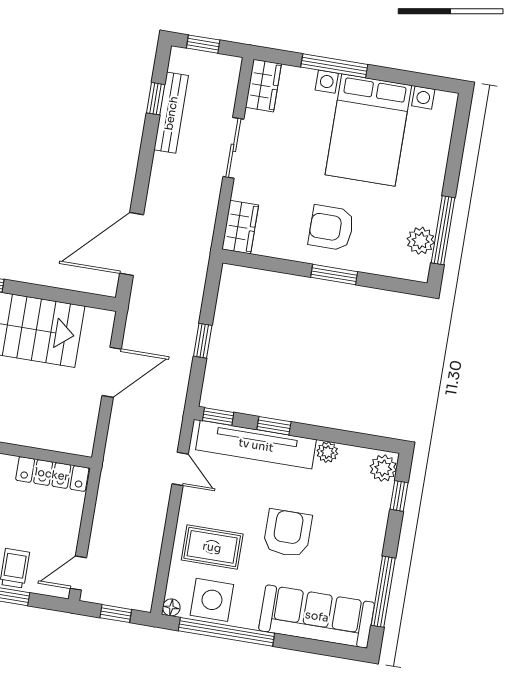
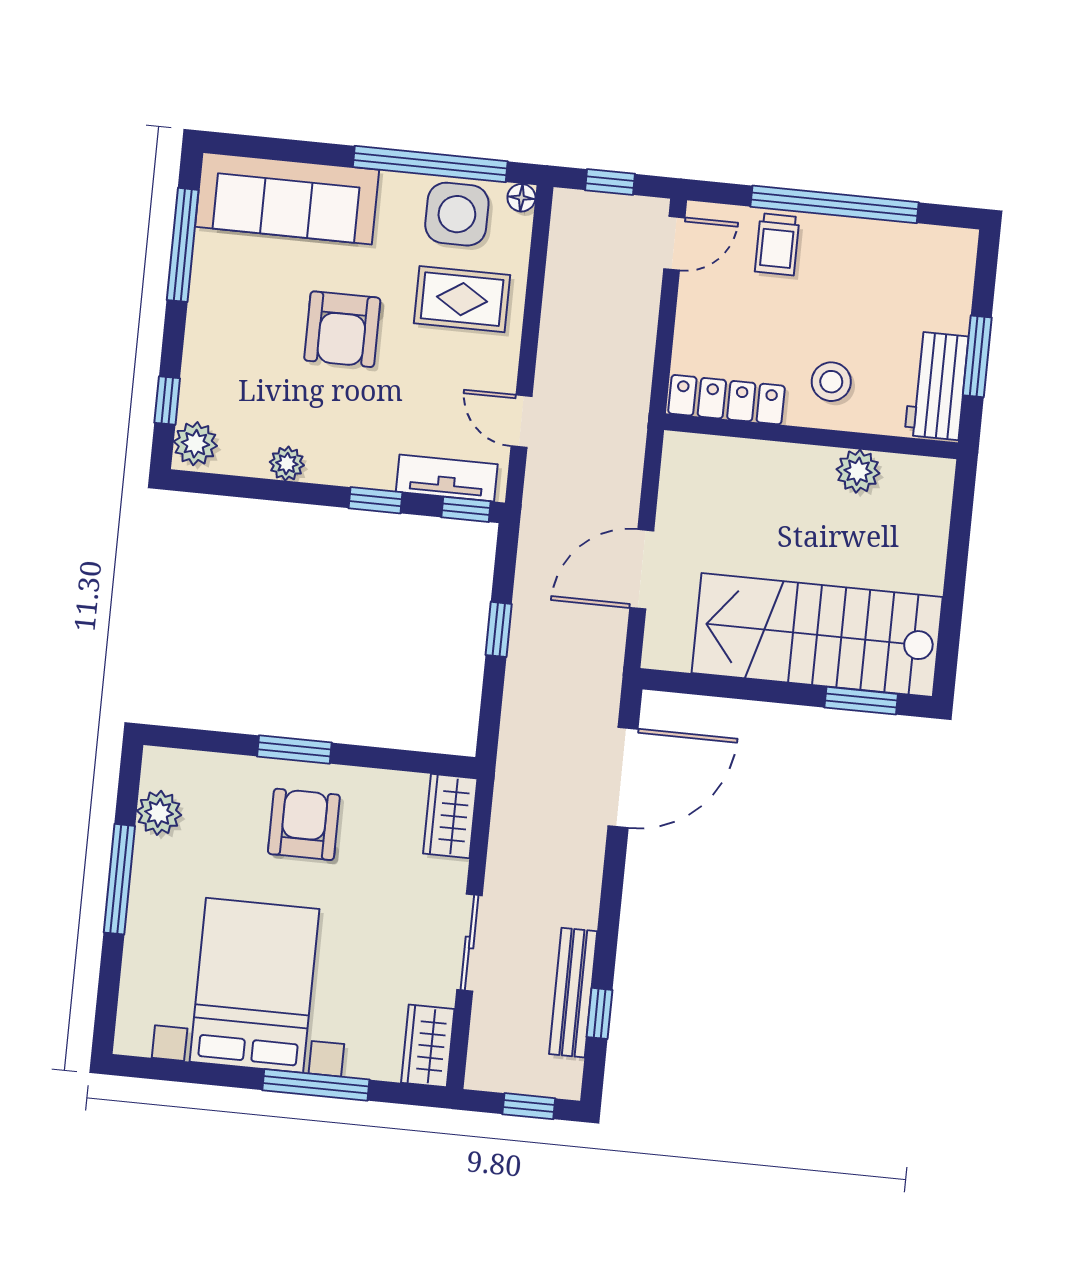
armchair: (331, 228) -> (304, 824), turned -90
window: (443, 230) -> (119, 879), moved
tv unit: (256, 445) -> (447, 478), width x0.52, depth x0.78

